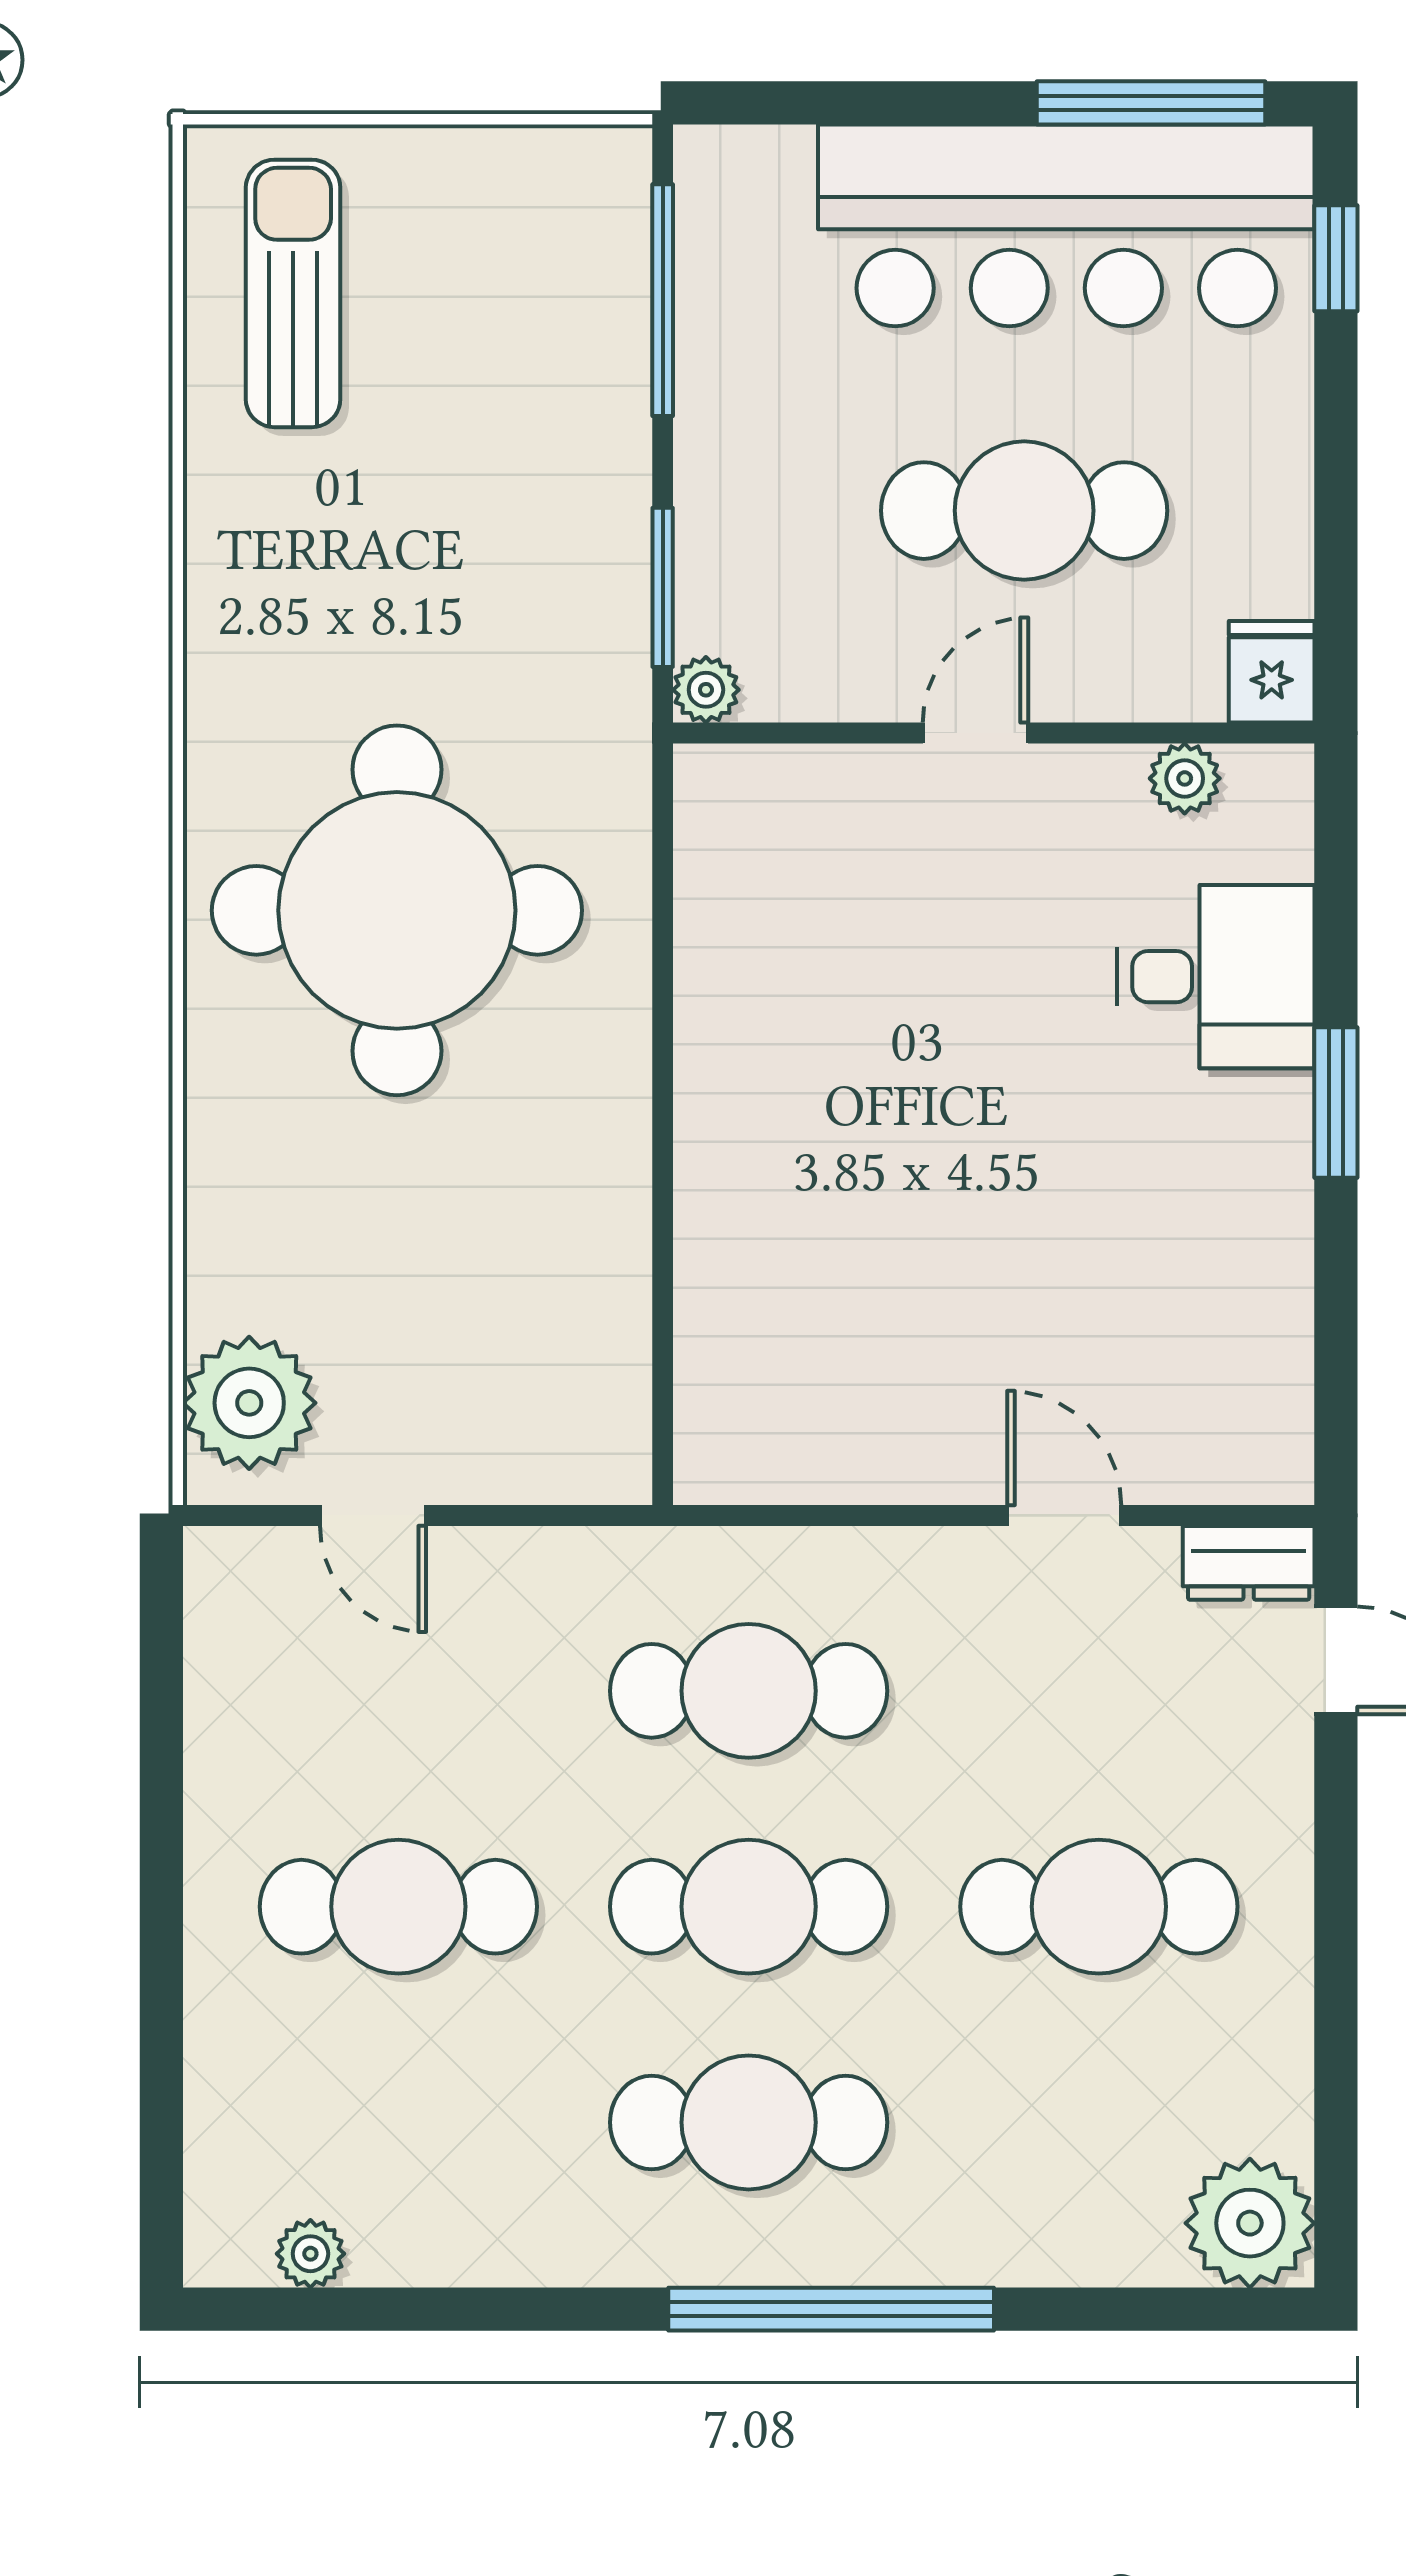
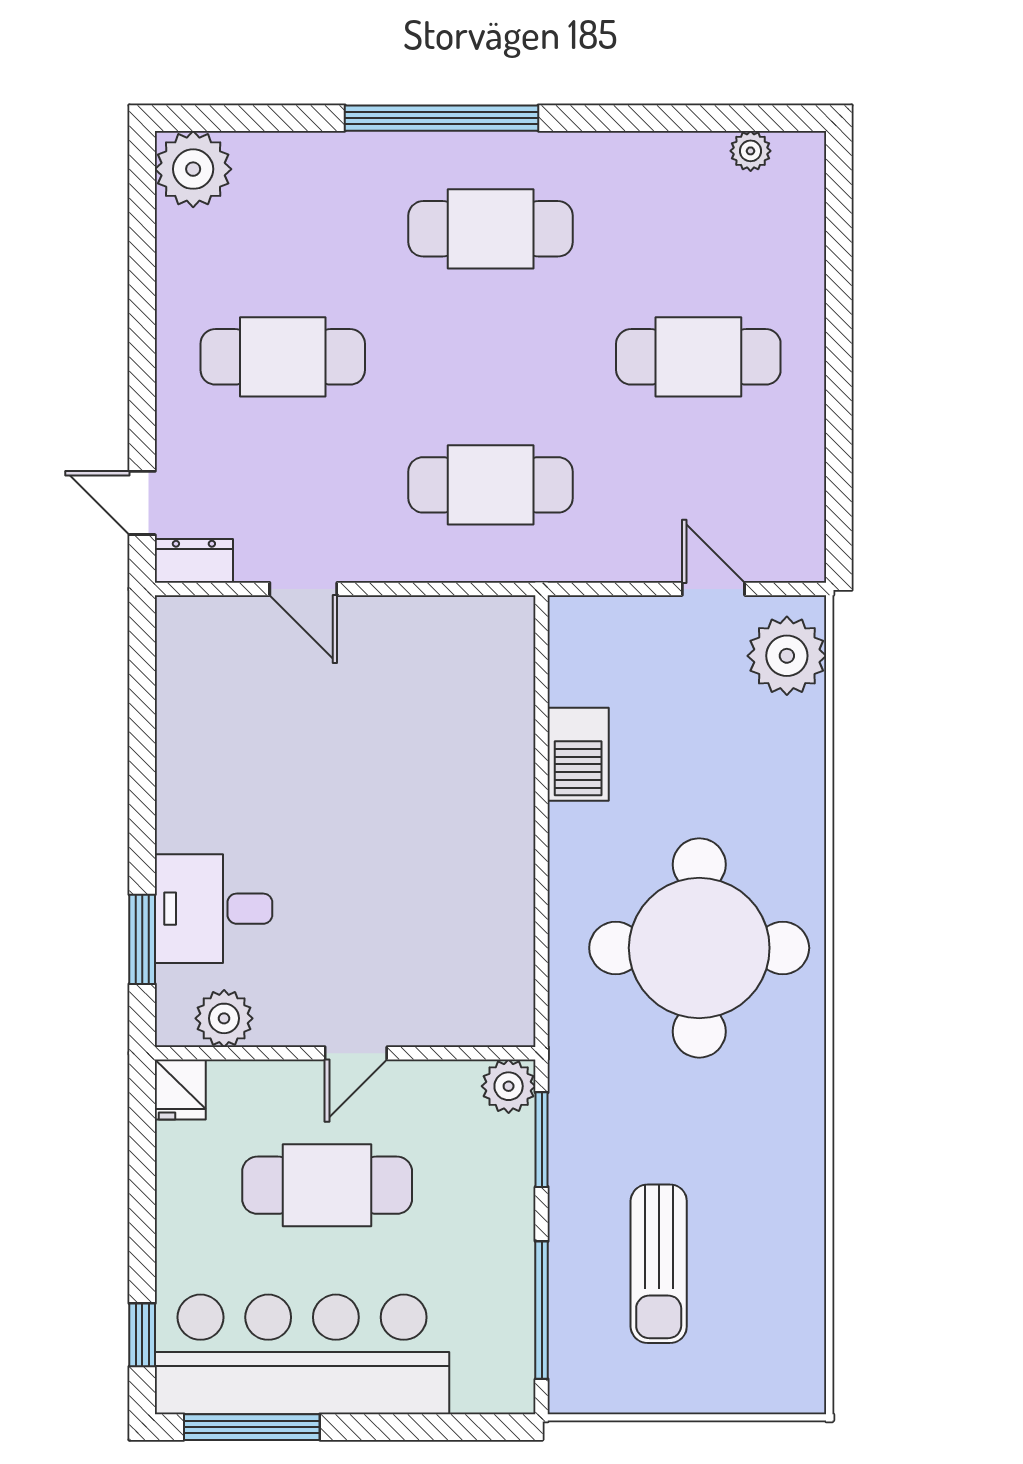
sun lounger: (293, 293) -> (659, 1264), moved
plant: (706, 690) -> (509, 1086), width x1.38, depth x1.38
plant: (1185, 778) -> (224, 1018), width x1.38, depth x1.38
window: (1336, 1102) -> (142, 939), moved
barbecue: (601, 1237) -> (578, 754), added
cafe table: (749, 1907) -> (491, 357), removed

